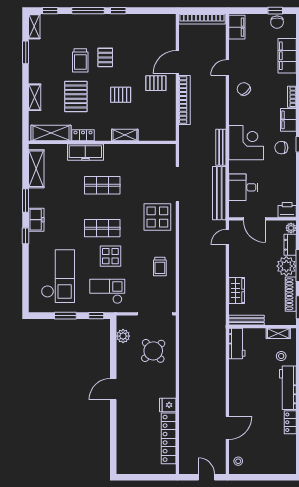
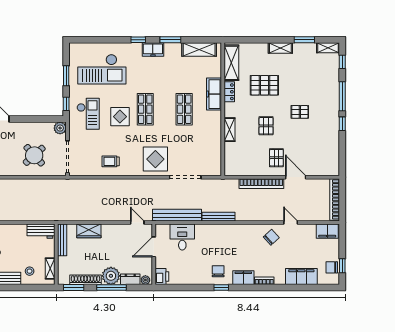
trolley: (80, 60) -> (297, 89), removed
shelving: (35, 97) -> (280, 48), moved
corner desk: (246, 143) -> (223, 239), removed
plant: (123, 336) -> (60, 128), moved

